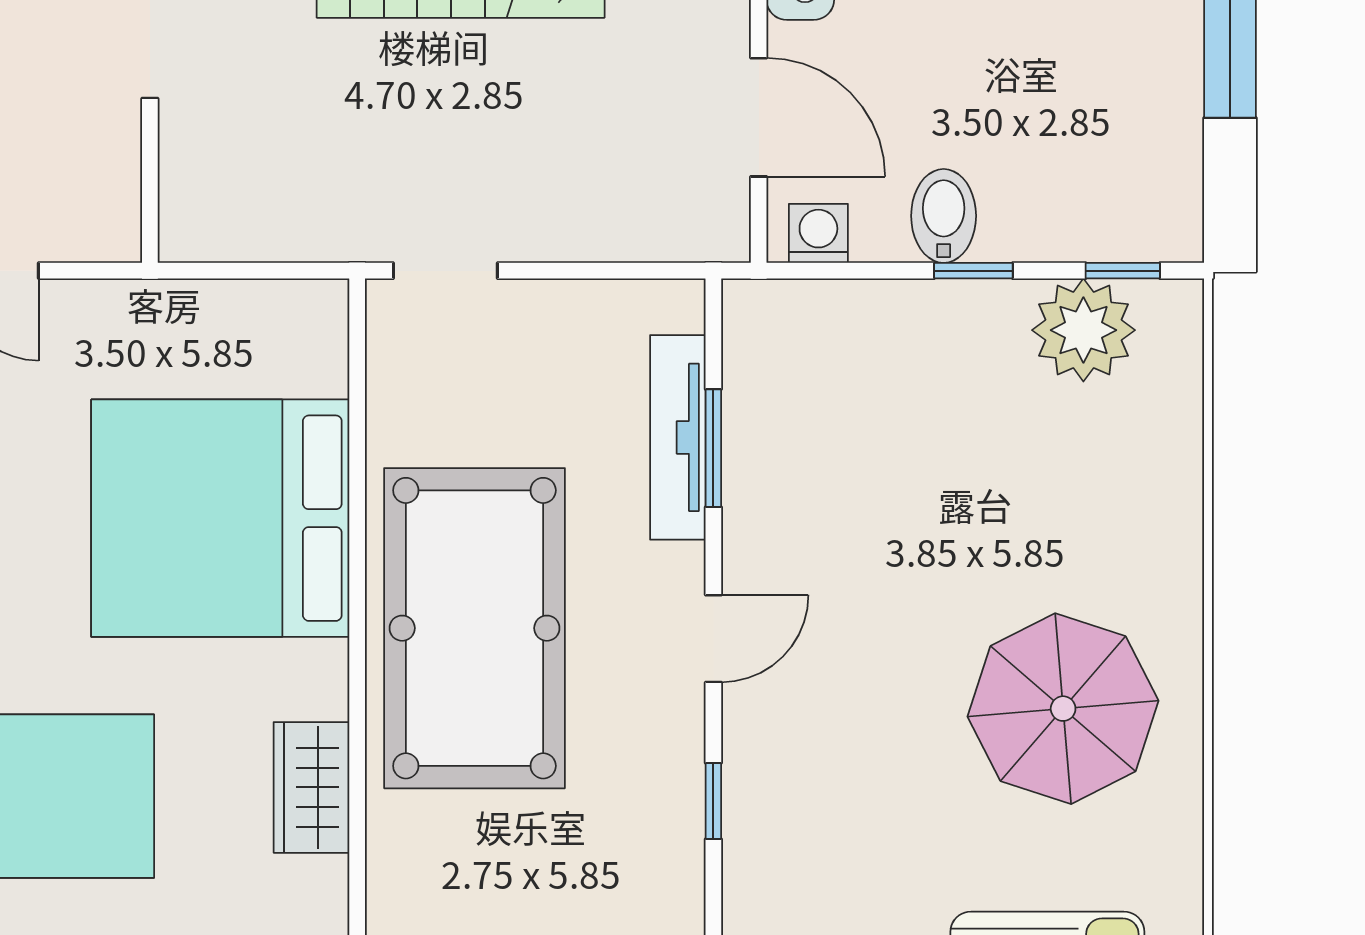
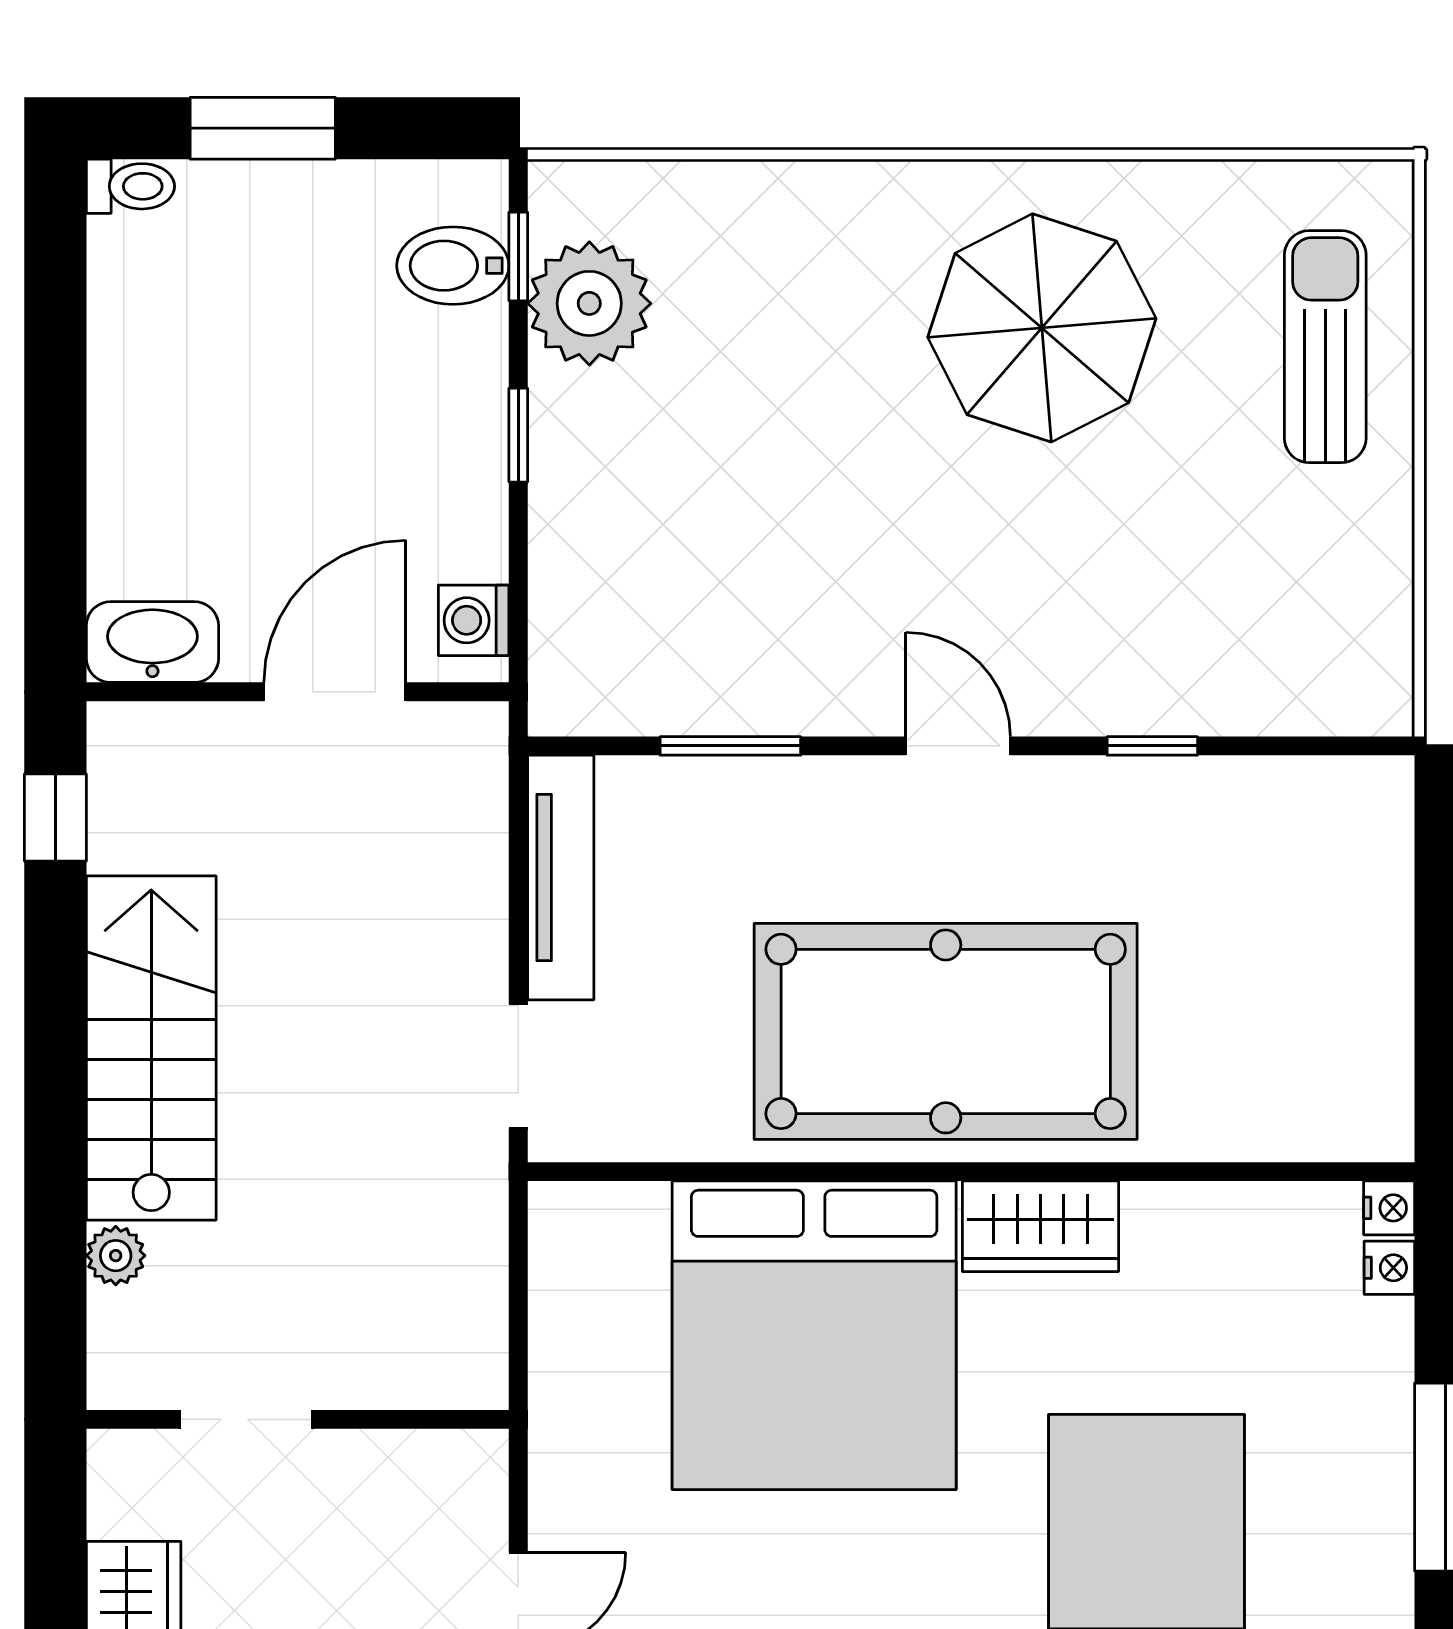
bidet: (944, 216) -> (453, 266), moved
tv unit: (678, 437) -> (561, 878), moved, turned -90
wardrobe: (311, 787) -> (1040, 1226), moved

